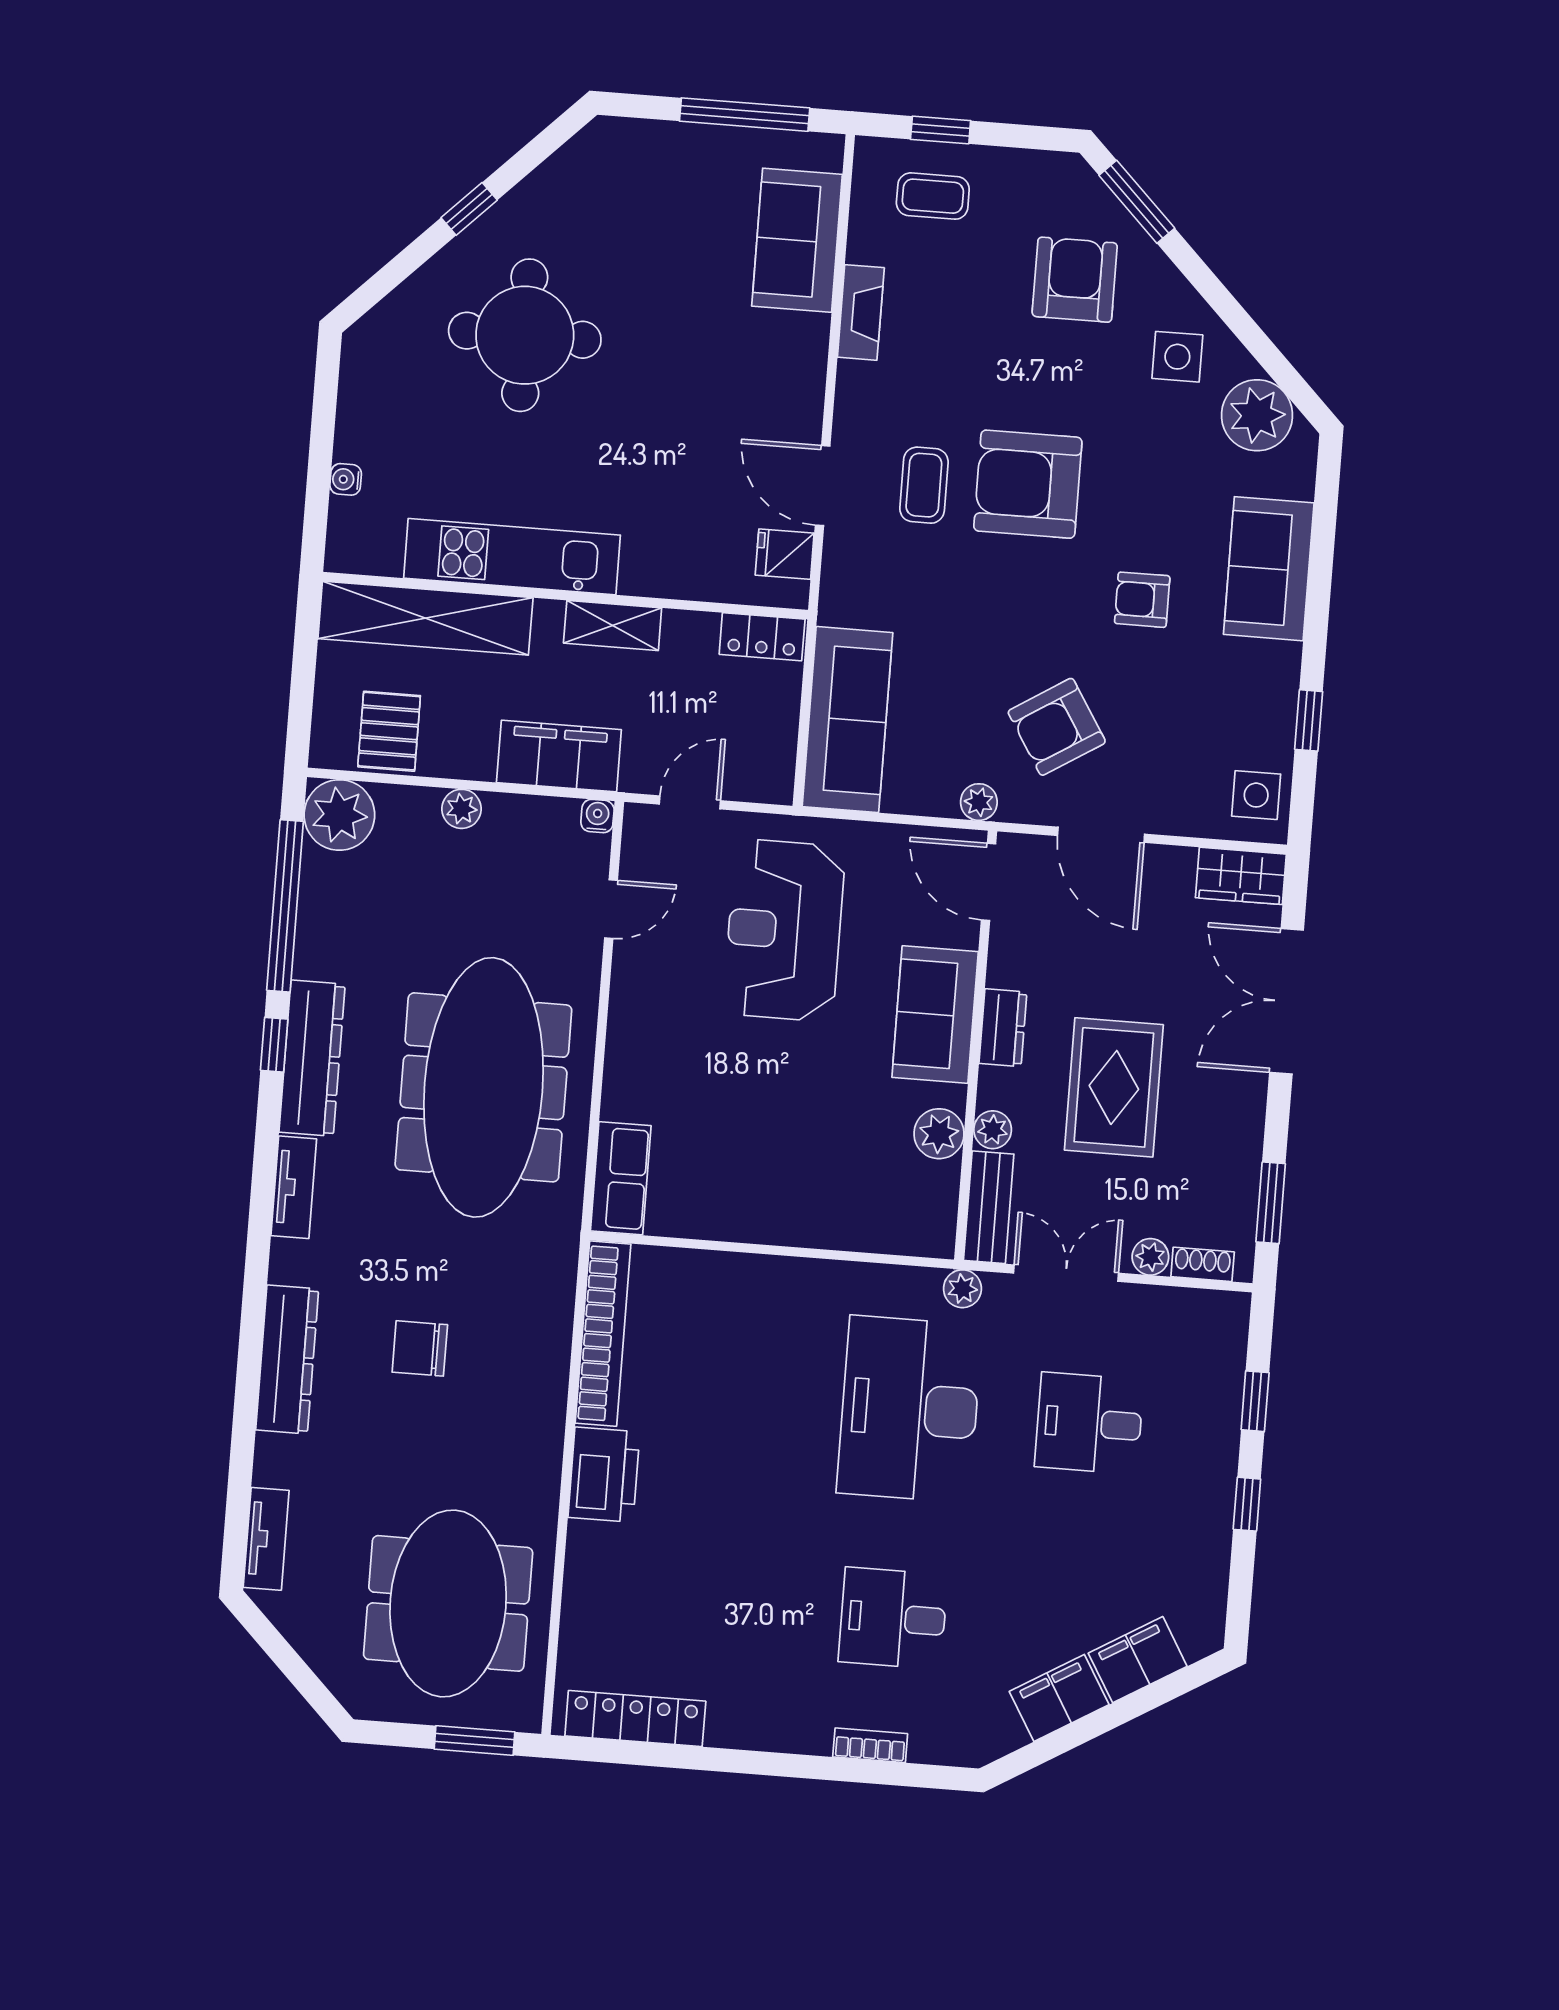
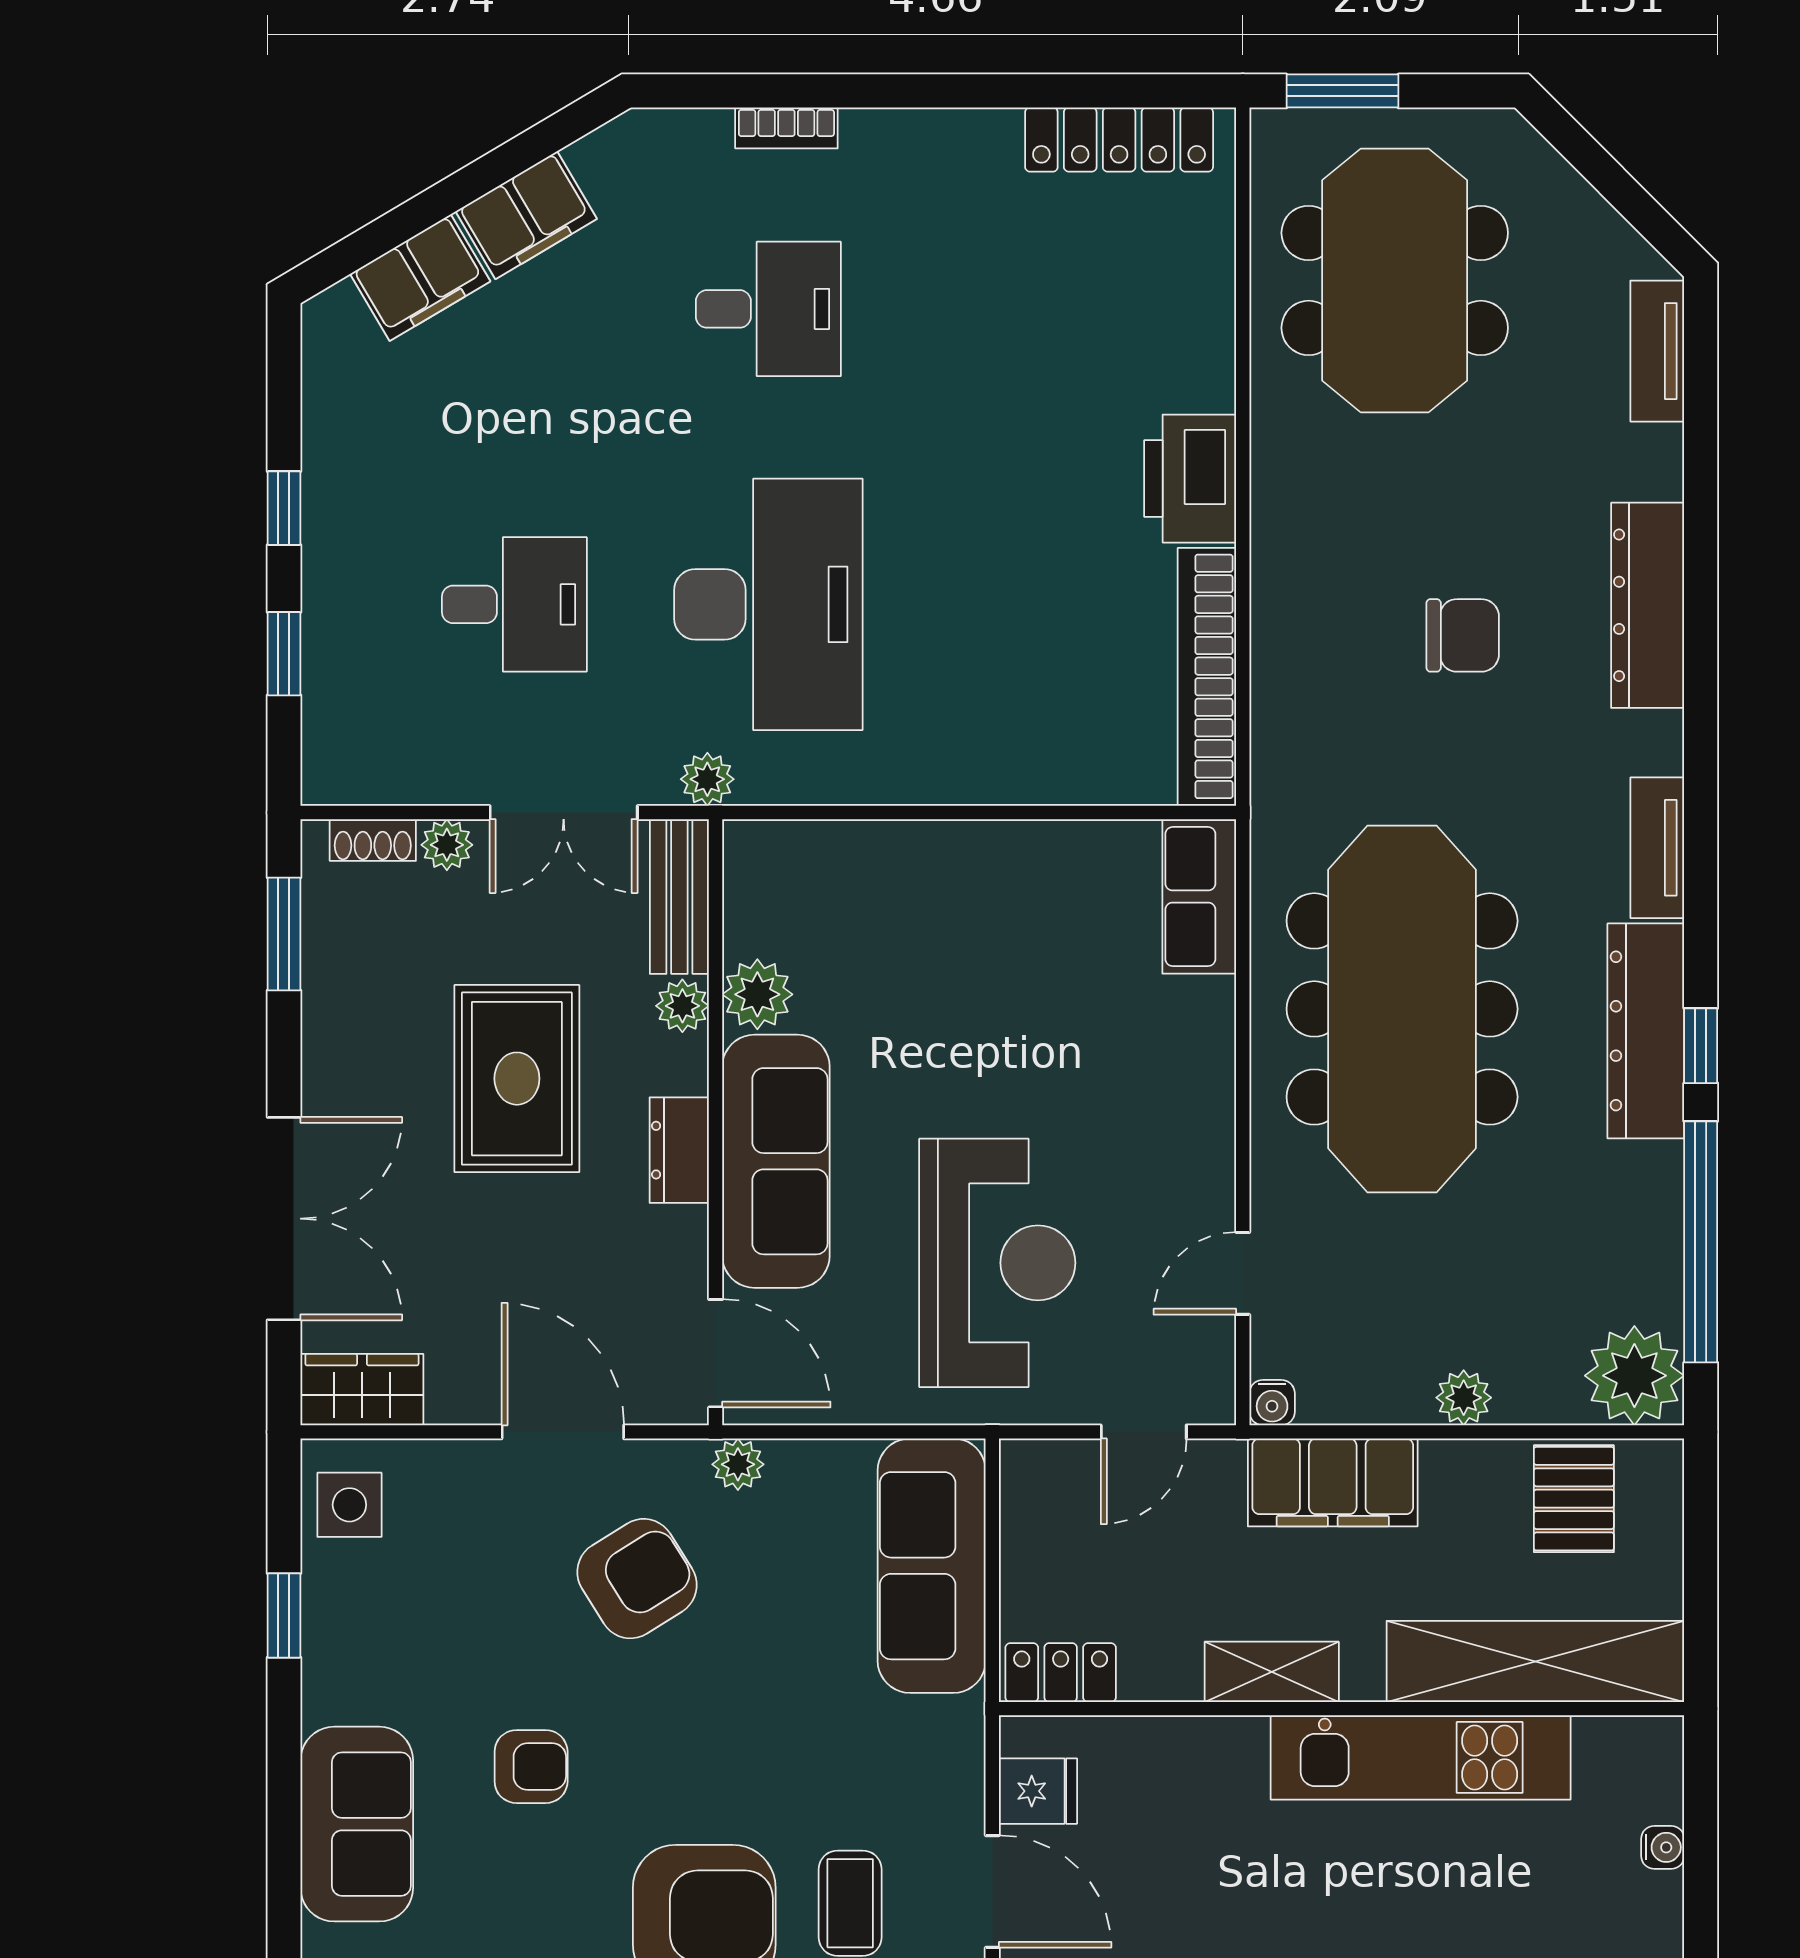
sofa: (935, 1014) -> (776, 1161), width x1.36

